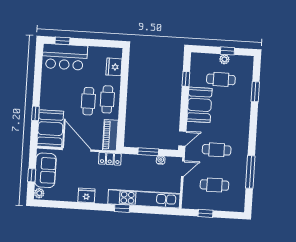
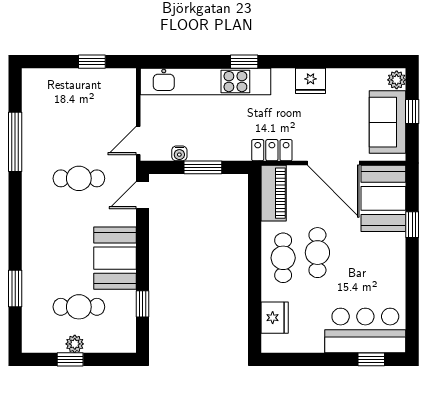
cafe table: (214, 185) -> (79, 114), removed

